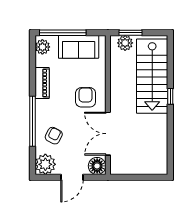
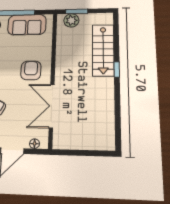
stairs: (152, 76) -> (103, 50), width x0.73, depth x0.66
floor lamp: (97, 166) -> (35, 144), width x0.53, depth x0.53

